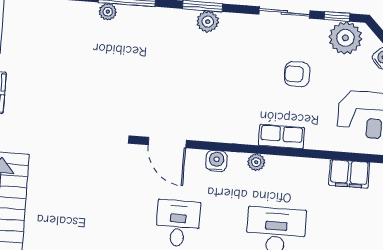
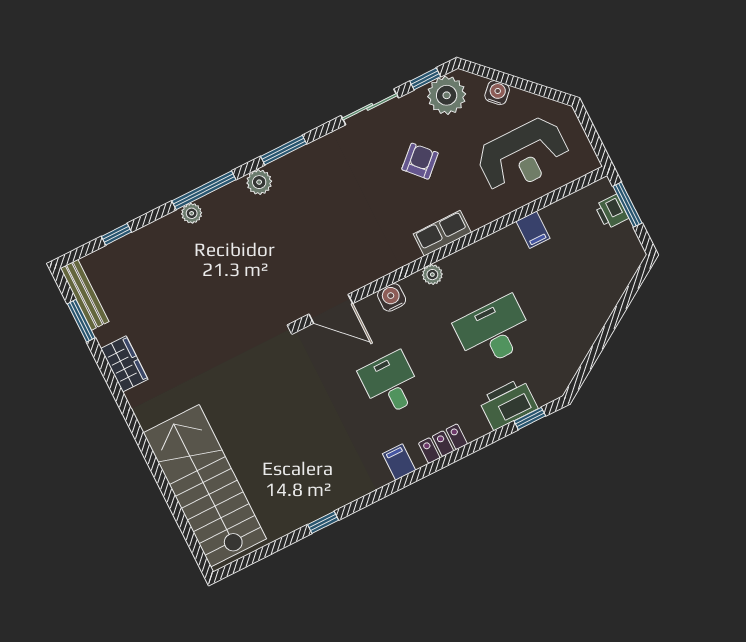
plant: (208, 22) -> (259, 182), moved
armchair: (297, 74) -> (420, 161), turned 137
filing cabinet: (349, 174) -> (533, 230), width x0.50

